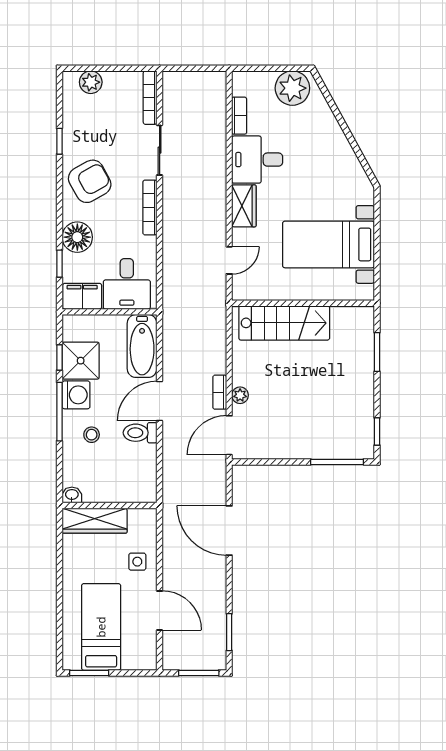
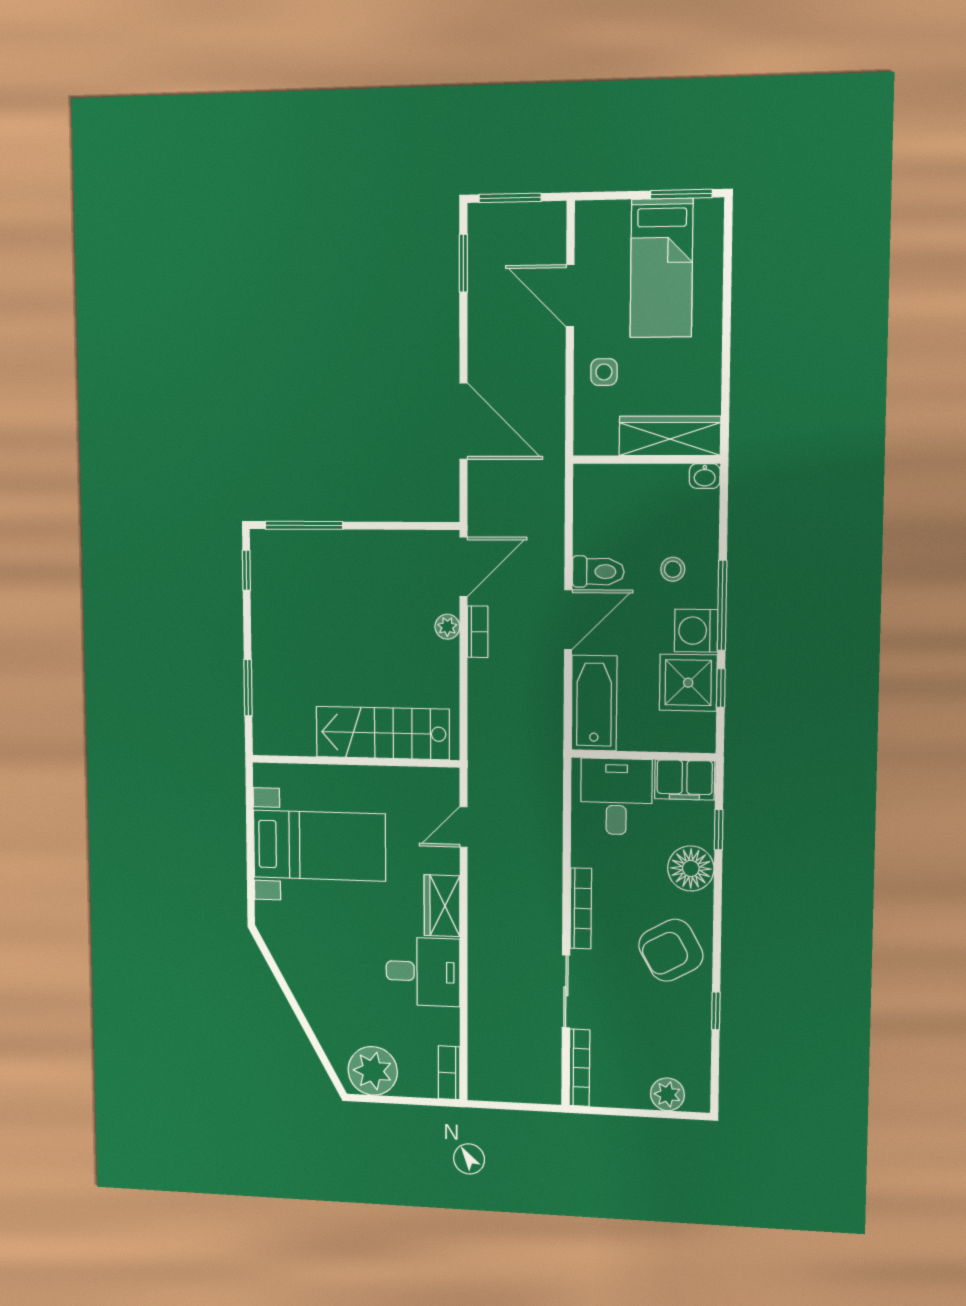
bookcase: (239, 116) -> (449, 1073), moved

